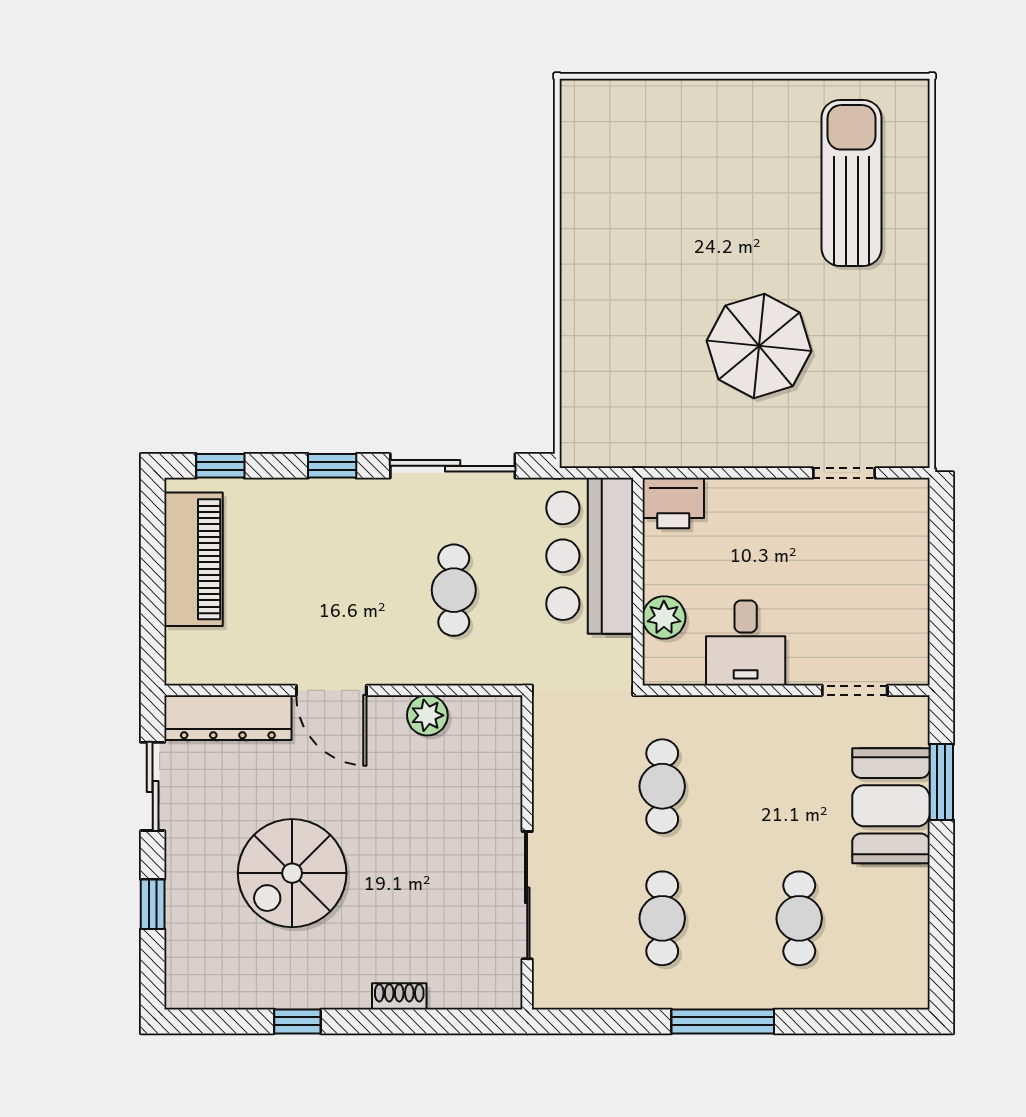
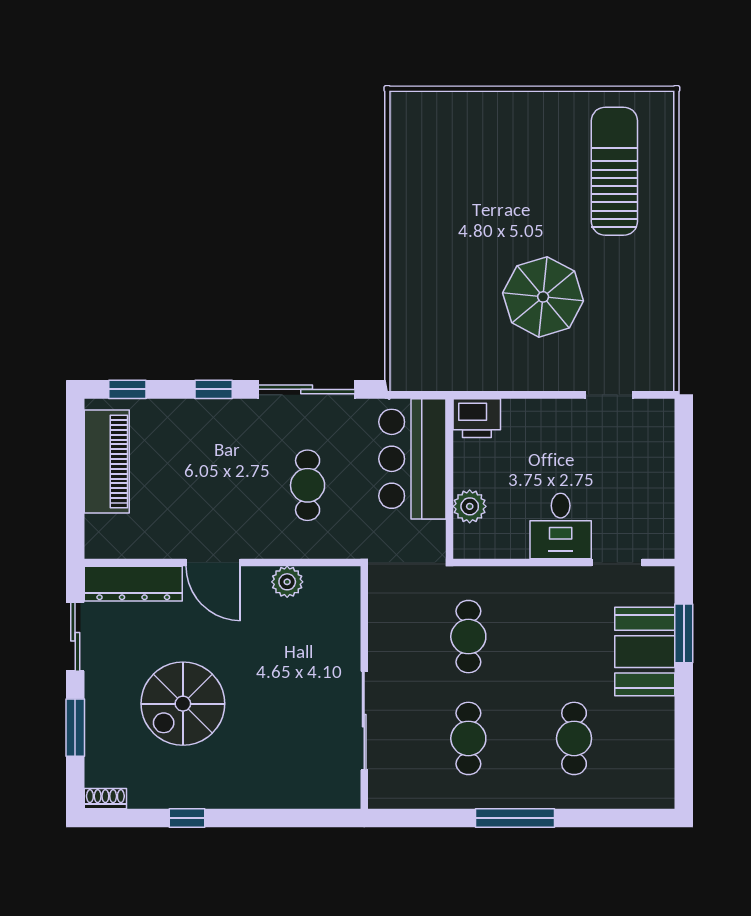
desk: (746, 643) -> (561, 526), moved
window: (153, 904) -> (75, 728), width x1.50
shoe rack: (399, 996) -> (105, 799), moved

